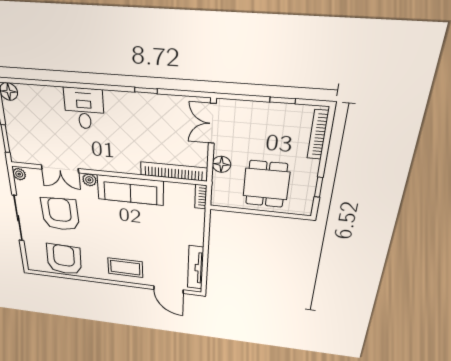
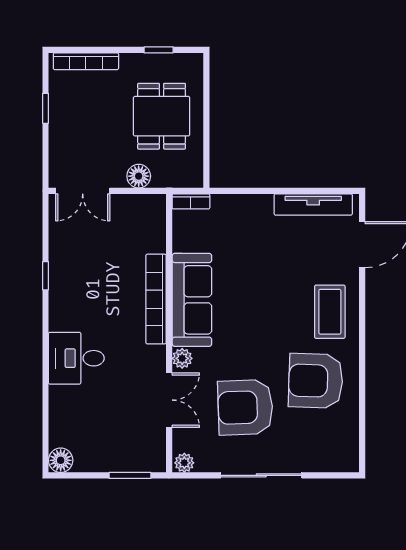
bookcase: (174, 171) -> (156, 299), moved
dining table: (266, 184) -> (162, 116), turned 90
armchair: (64, 259) -> (316, 381), moved

